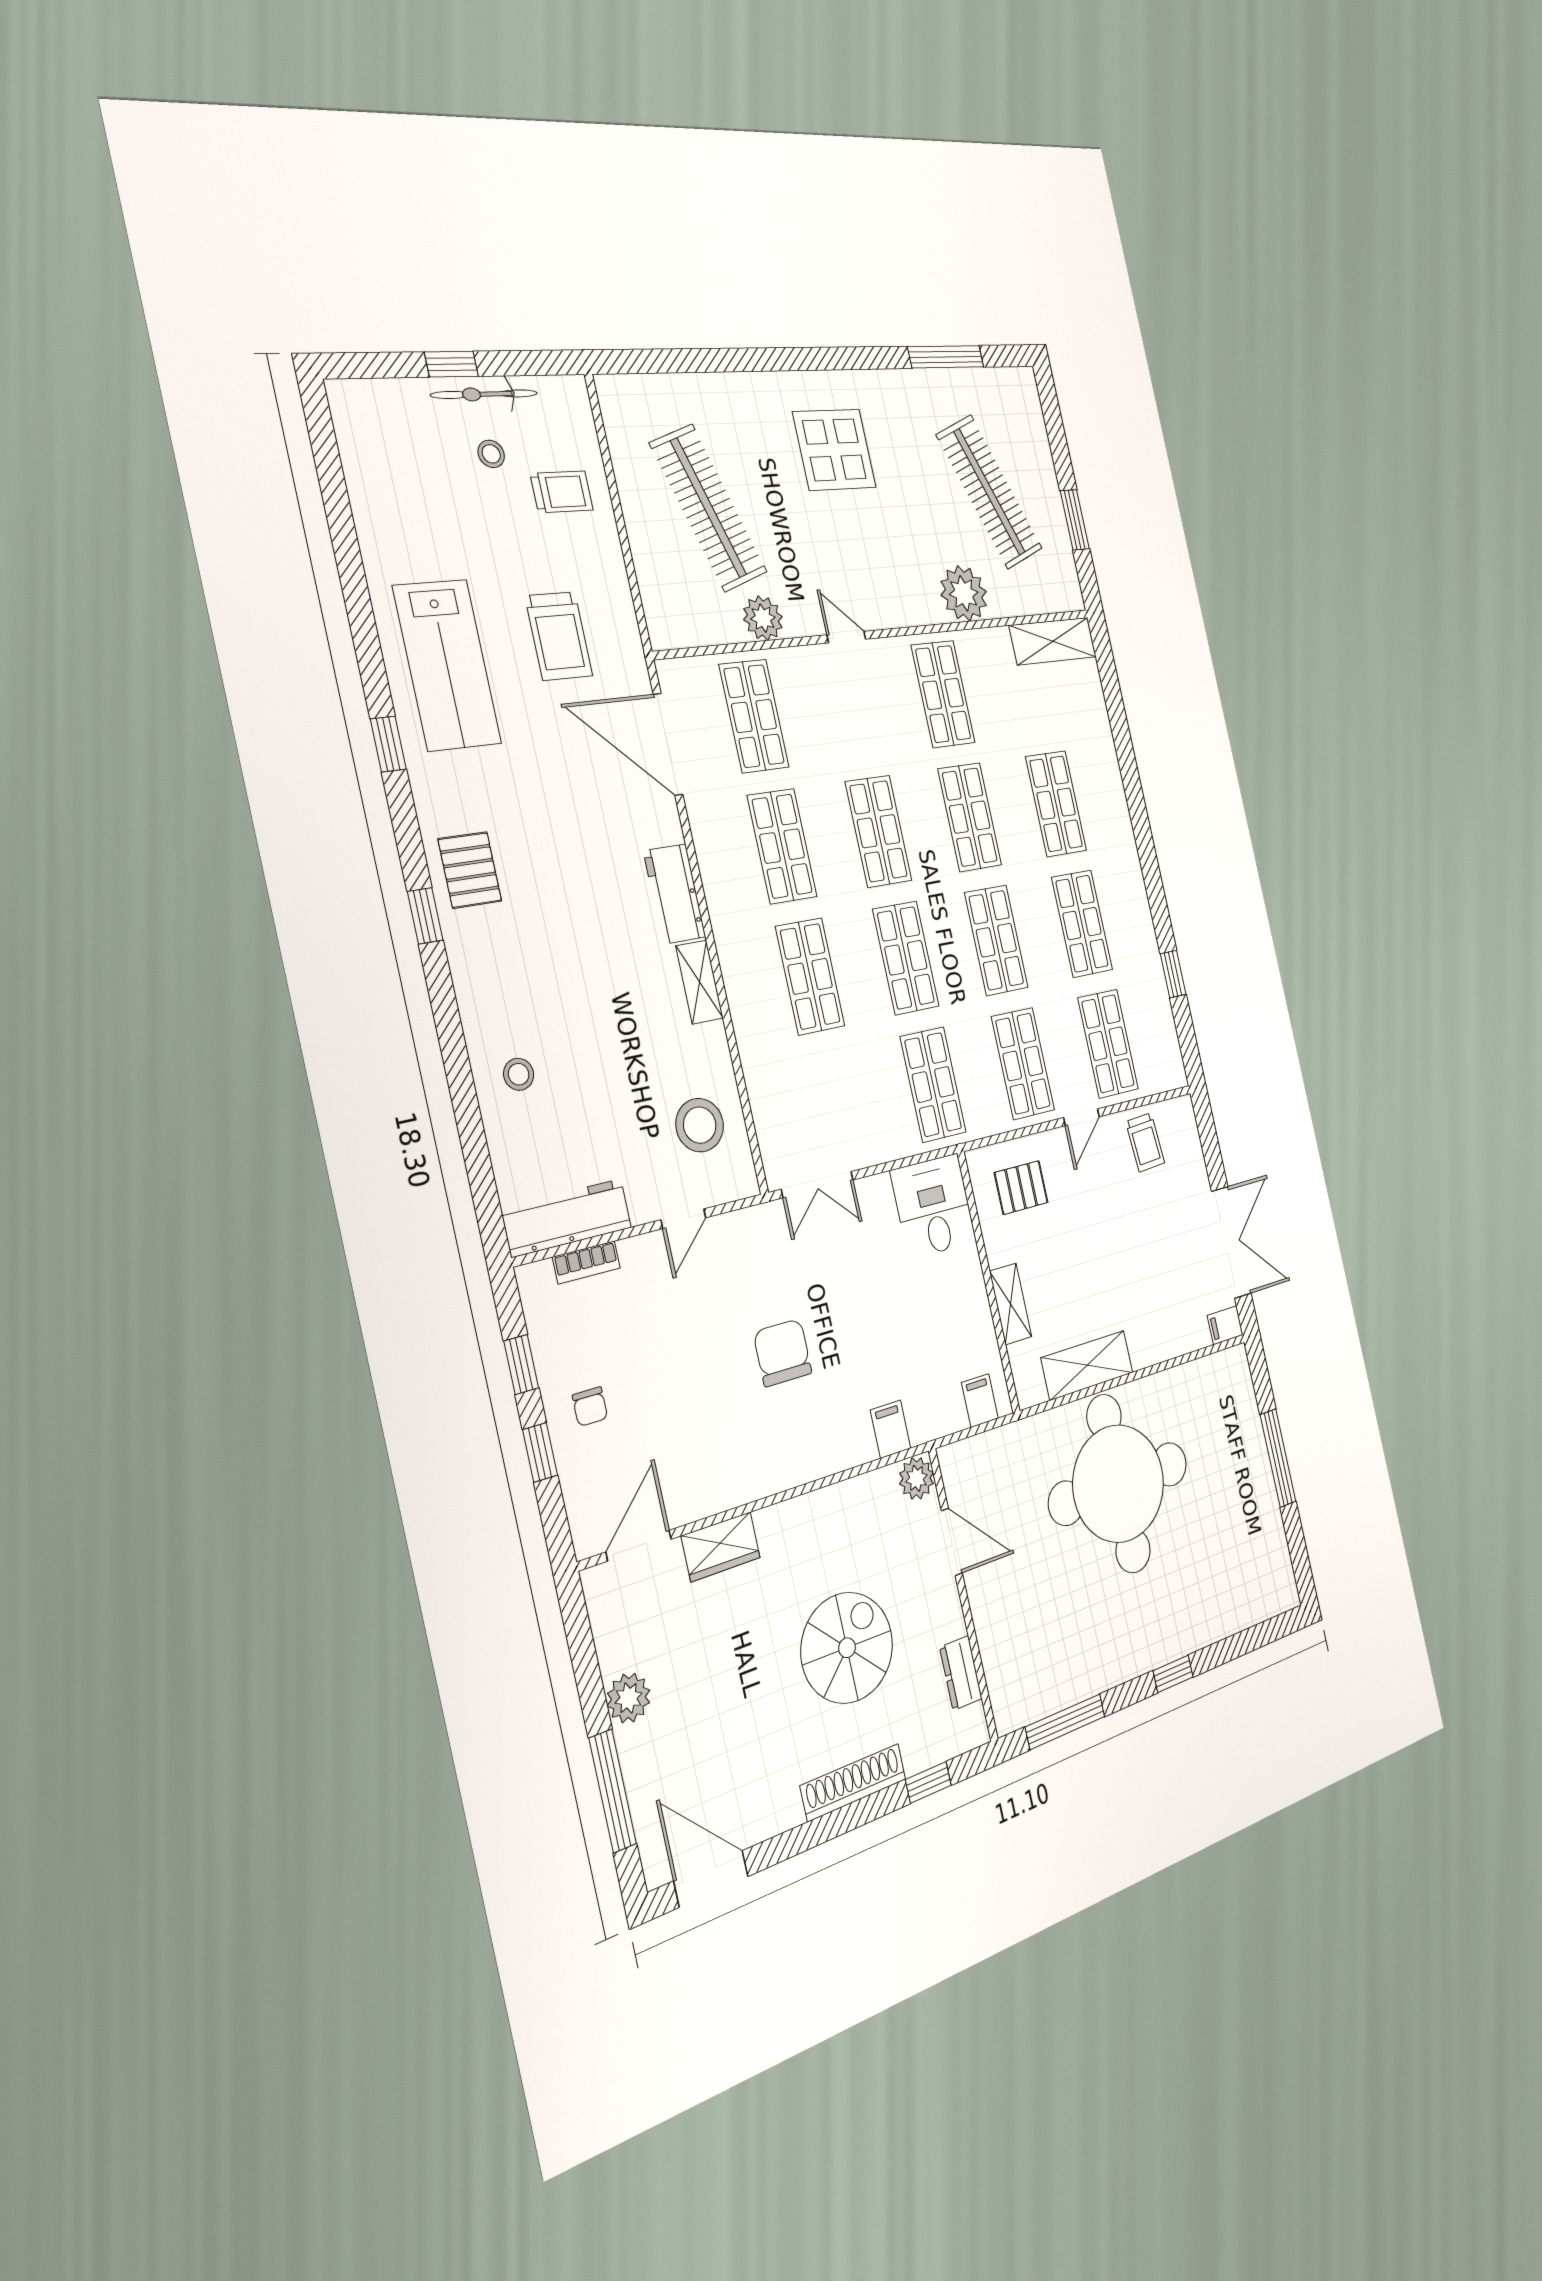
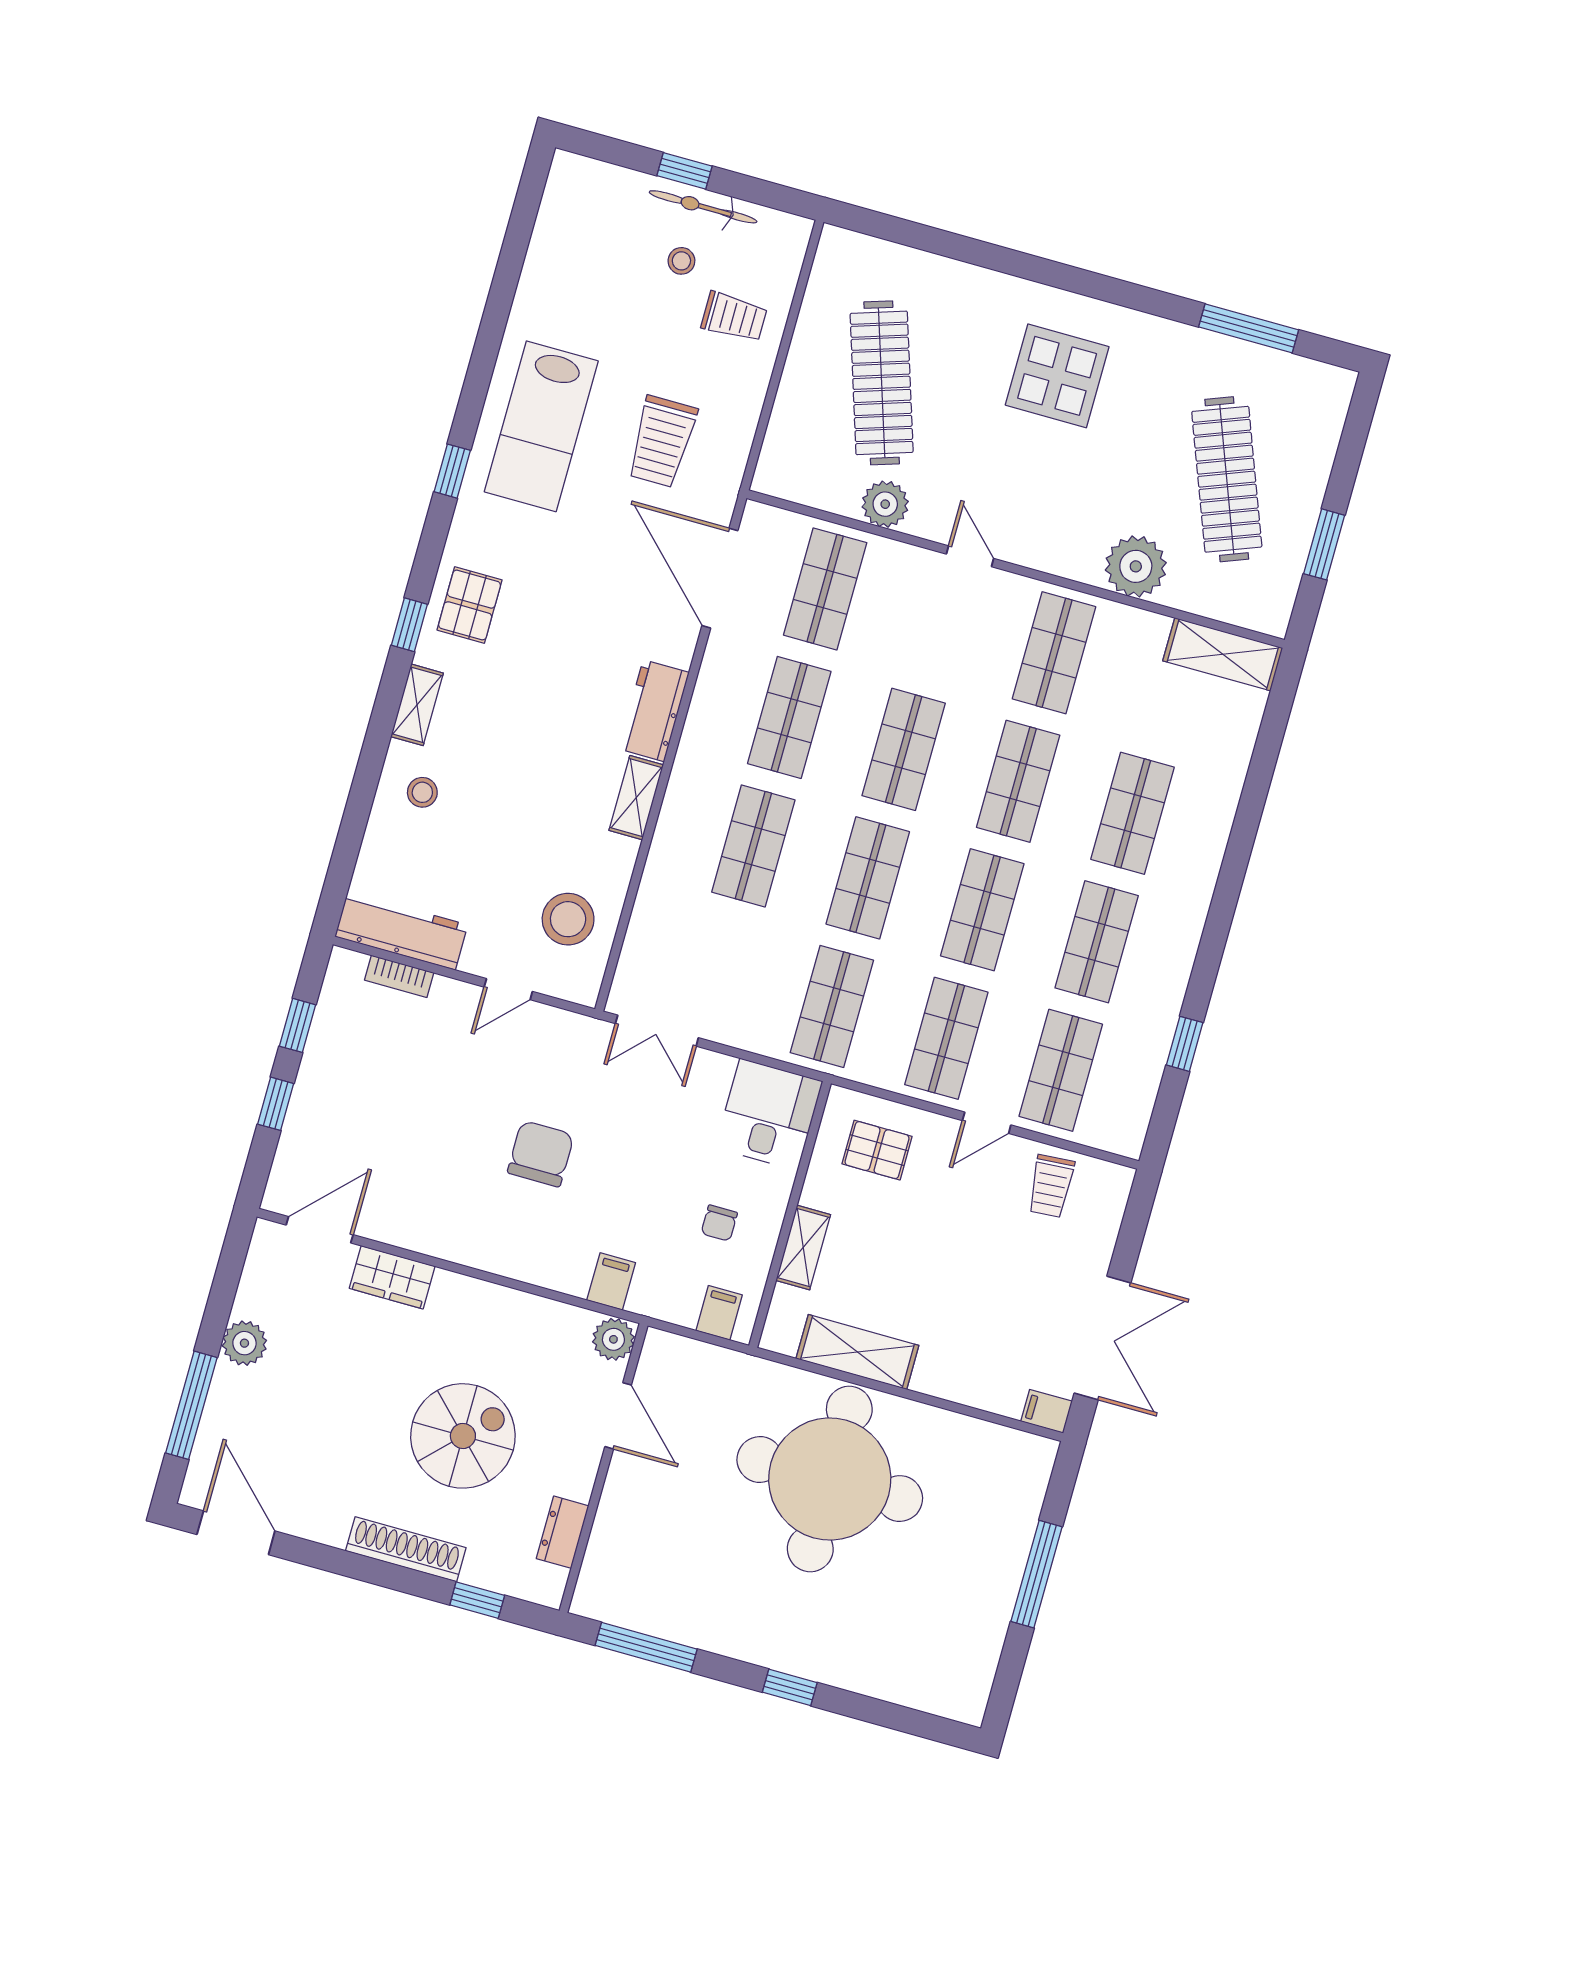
shelving: (471, 991) -> (417, 705), added
chair: (590, 1407) -> (719, 1223), moved

